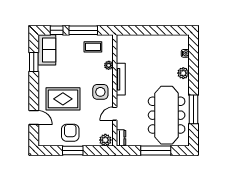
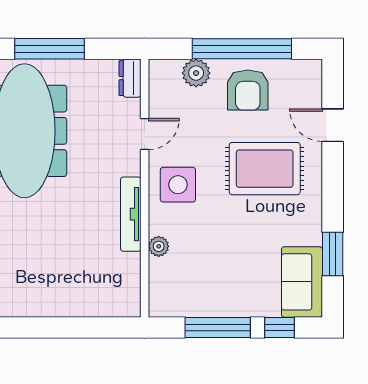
coffee table: (93, 47) -> (195, 289), removed
plant: (105, 140) -> (196, 73), moved
window: (73, 151) -> (242, 49), width x2.11

